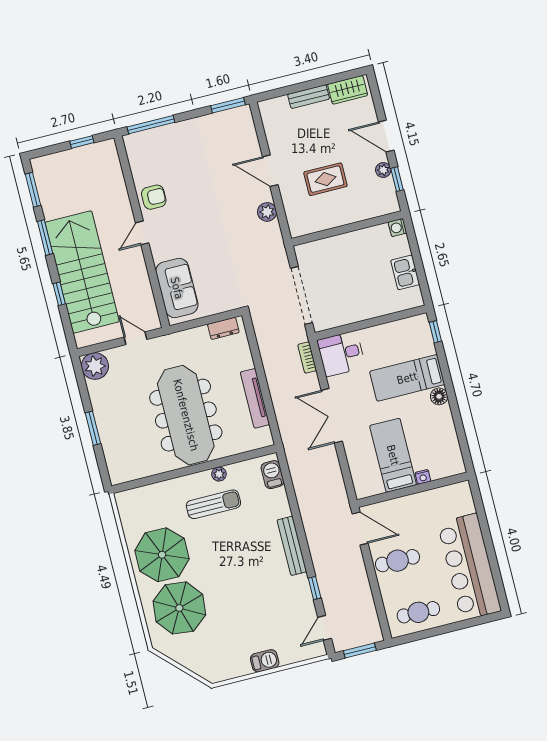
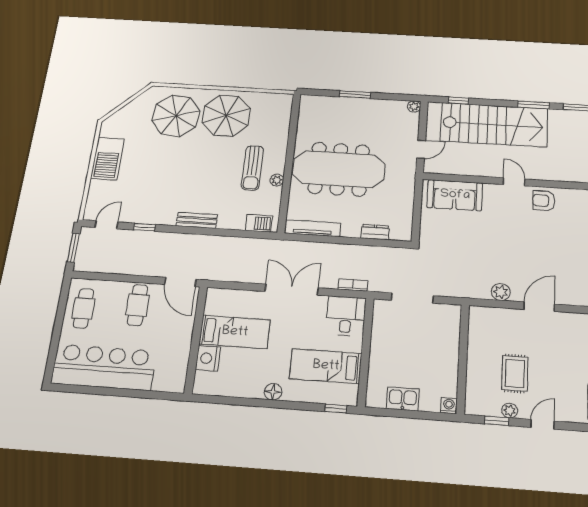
door: (386, 136) -> (543, 424), width x0.73
rug: (325, 179) -> (515, 373), moved
armchair: (154, 197) -> (544, 201), turned 90
window: (59, 294) -> (459, 101), moved
doorway: (302, 296) -> (412, 298), width x0.73
dresser: (223, 328) -> (375, 232), moved, turned 90
plant: (95, 366) -> (414, 107), width x0.53, depth x0.53
bed: (407, 378) -> (326, 366), moved, turned -90
tv unit: (255, 398) -> (313, 228), moved
nightstand: (423, 477) -> (208, 358), width x1.89, depth x1.79
door: (360, 528) -> (180, 282), hinge flipped
bench: (292, 546) -> (197, 220), width x0.73
door: (325, 628) -> (106, 225), hinge flipped
barbecue: (265, 661) -> (107, 159), width x1.88, depth x1.53

